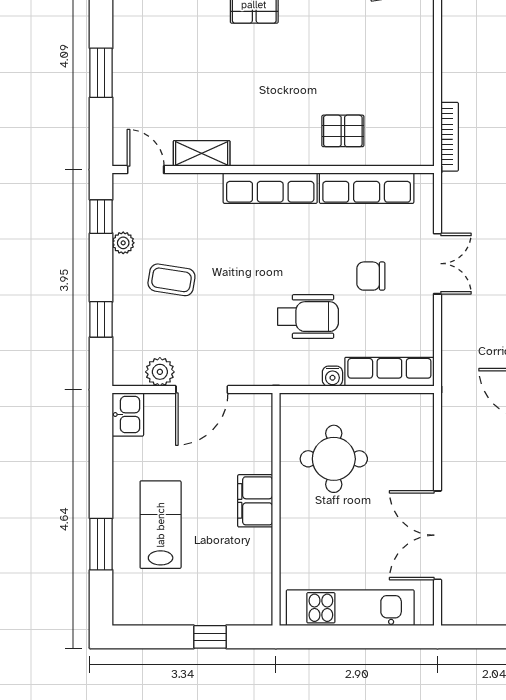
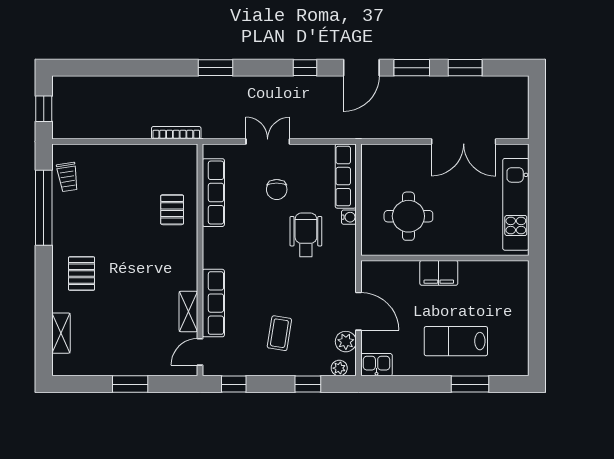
row of seats: (270, 188) -> (213, 303), moved
plant: (123, 243) -> (339, 368), moved
window: (210, 637) -> (537, 305), removed

